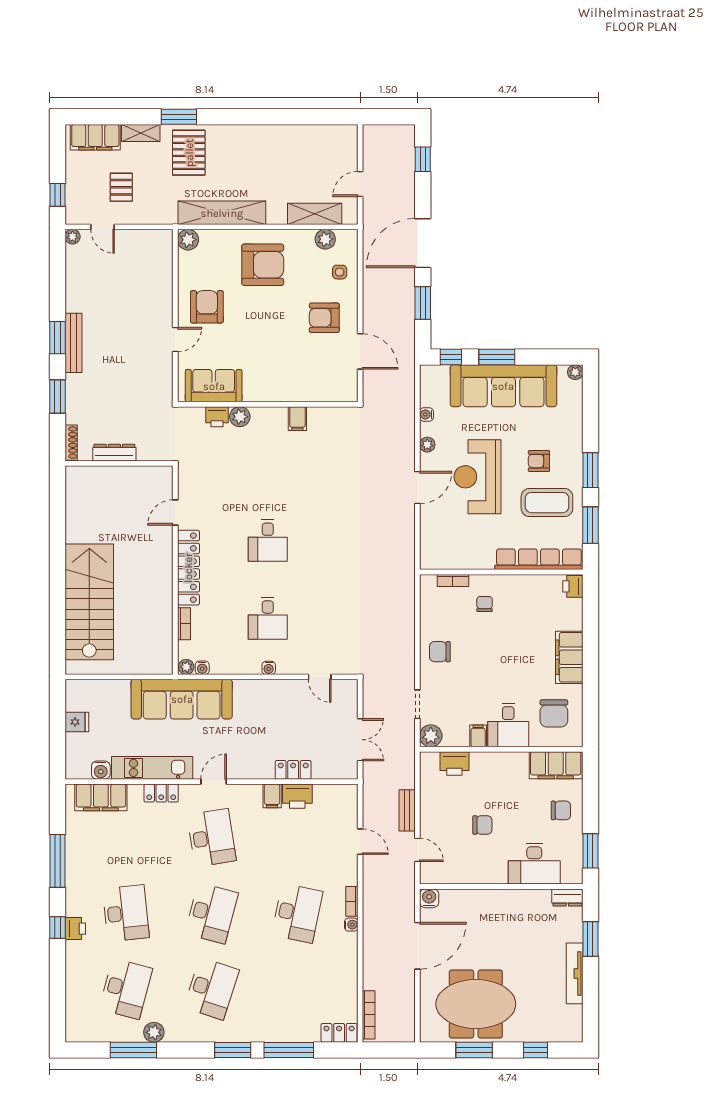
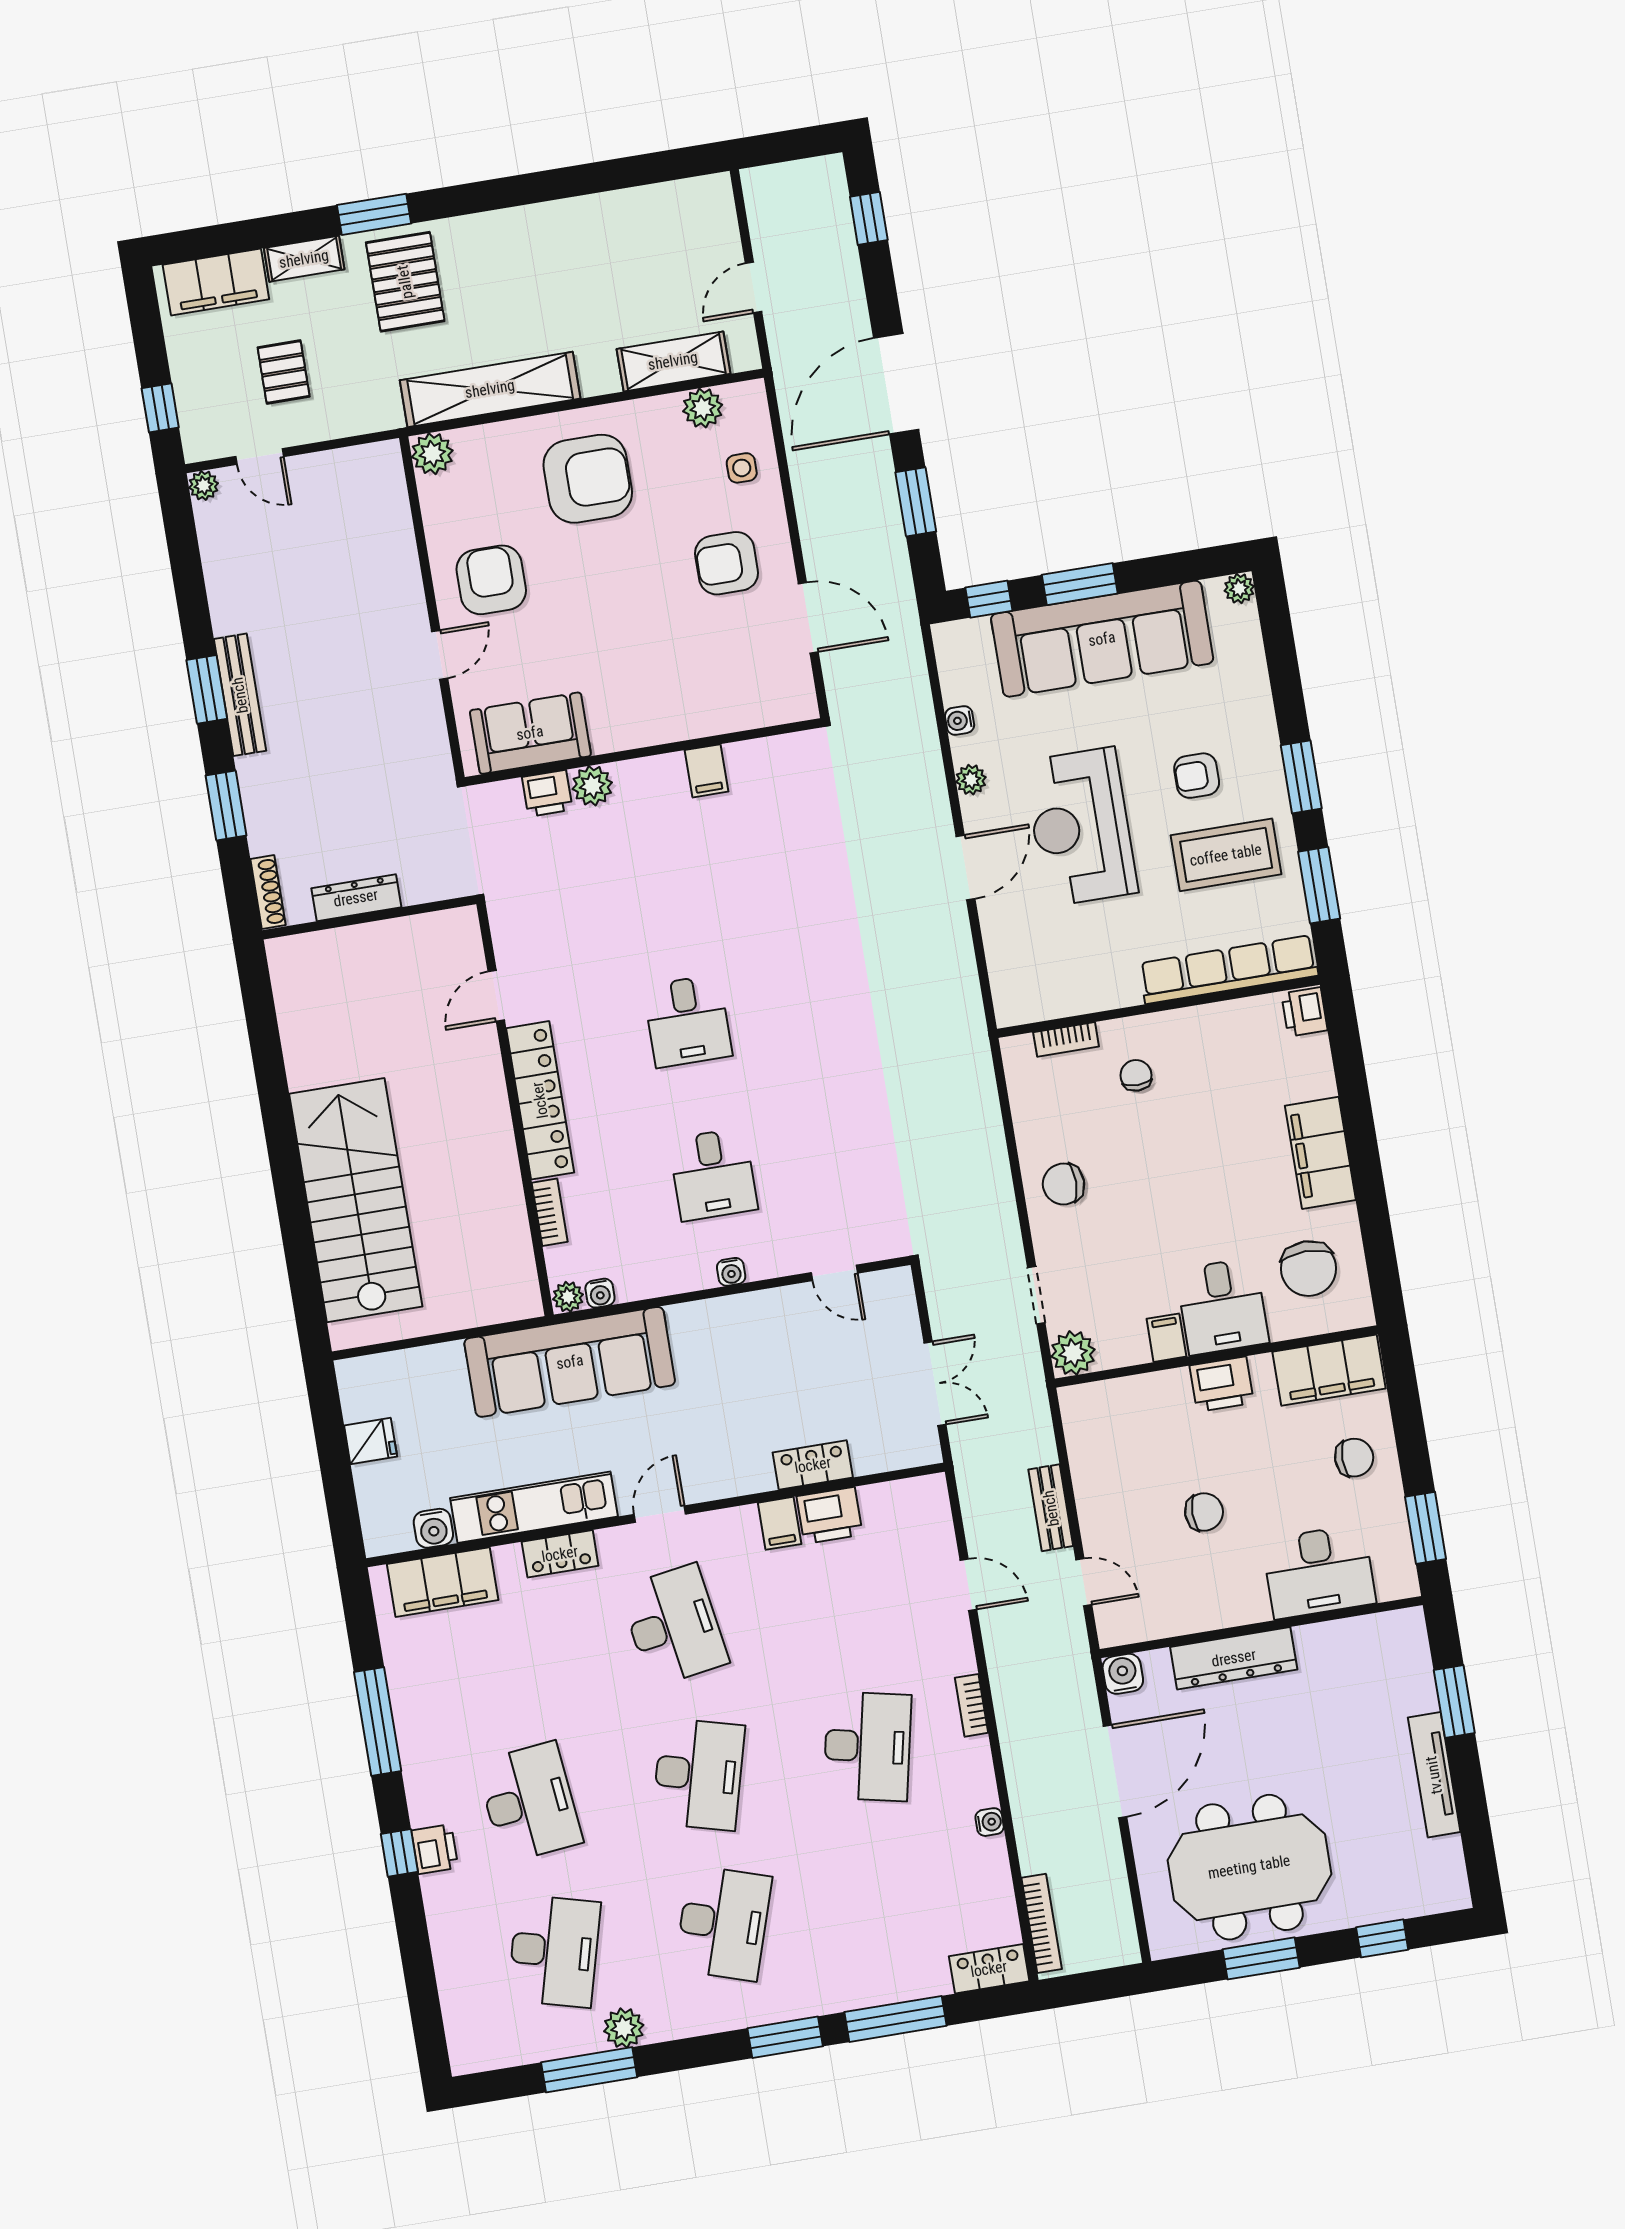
printer: (454, 763) -> (1222, 1384), moved
dresser: (567, 897) -> (1234, 1658), moved, width x1.96, depth x1.24
water cooler: (351, 925) -> (990, 1822), moved

